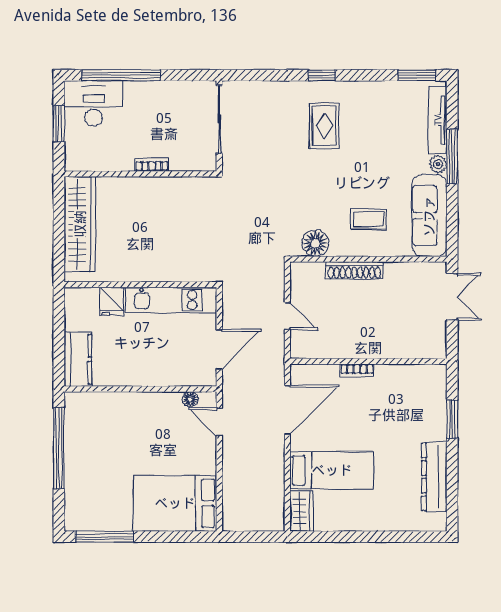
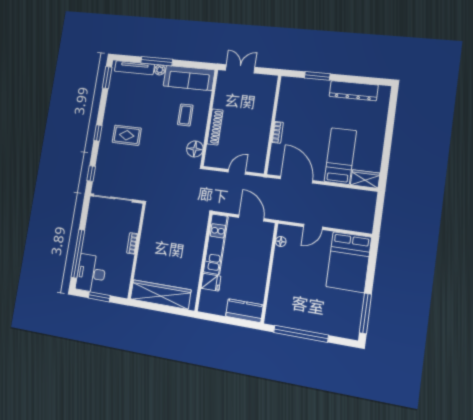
window: (254, 75) -> (91, 174), added
door: (219, 422) -> (313, 227), moved

